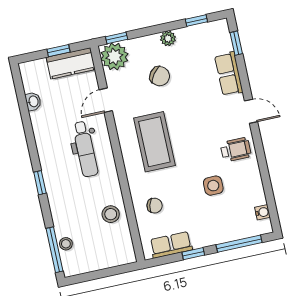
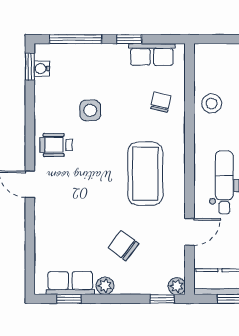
window: (236, 43) -> (30, 67), moved
plant: (114, 57) -> (177, 286), width x0.53, depth x0.53
row of seats: (229, 74) -> (70, 283), moved, turned -90
chair: (155, 206) -> (161, 102), turned 89

